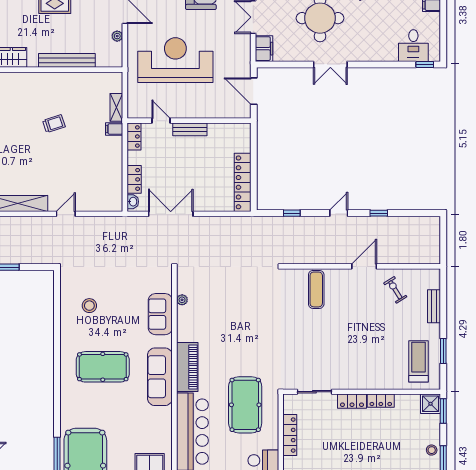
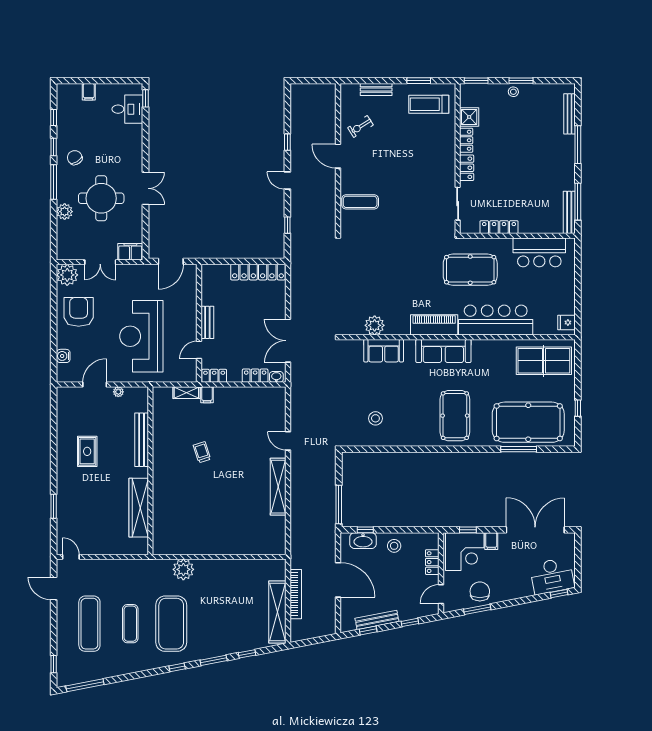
plant: (182, 300) -> (375, 325), width x1.88, depth x1.88
pool table: (103, 367) -> (455, 416), moved
shower: (431, 404) -> (469, 117), moved

